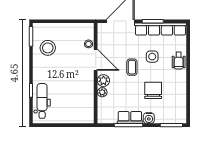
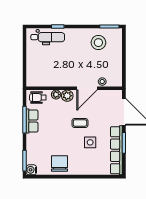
wheelchair: (179, 61) -> (38, 98), moved
chair: (153, 90) -> (59, 164), moved, turned -90
water cooler: (149, 118) -> (31, 170), moved

